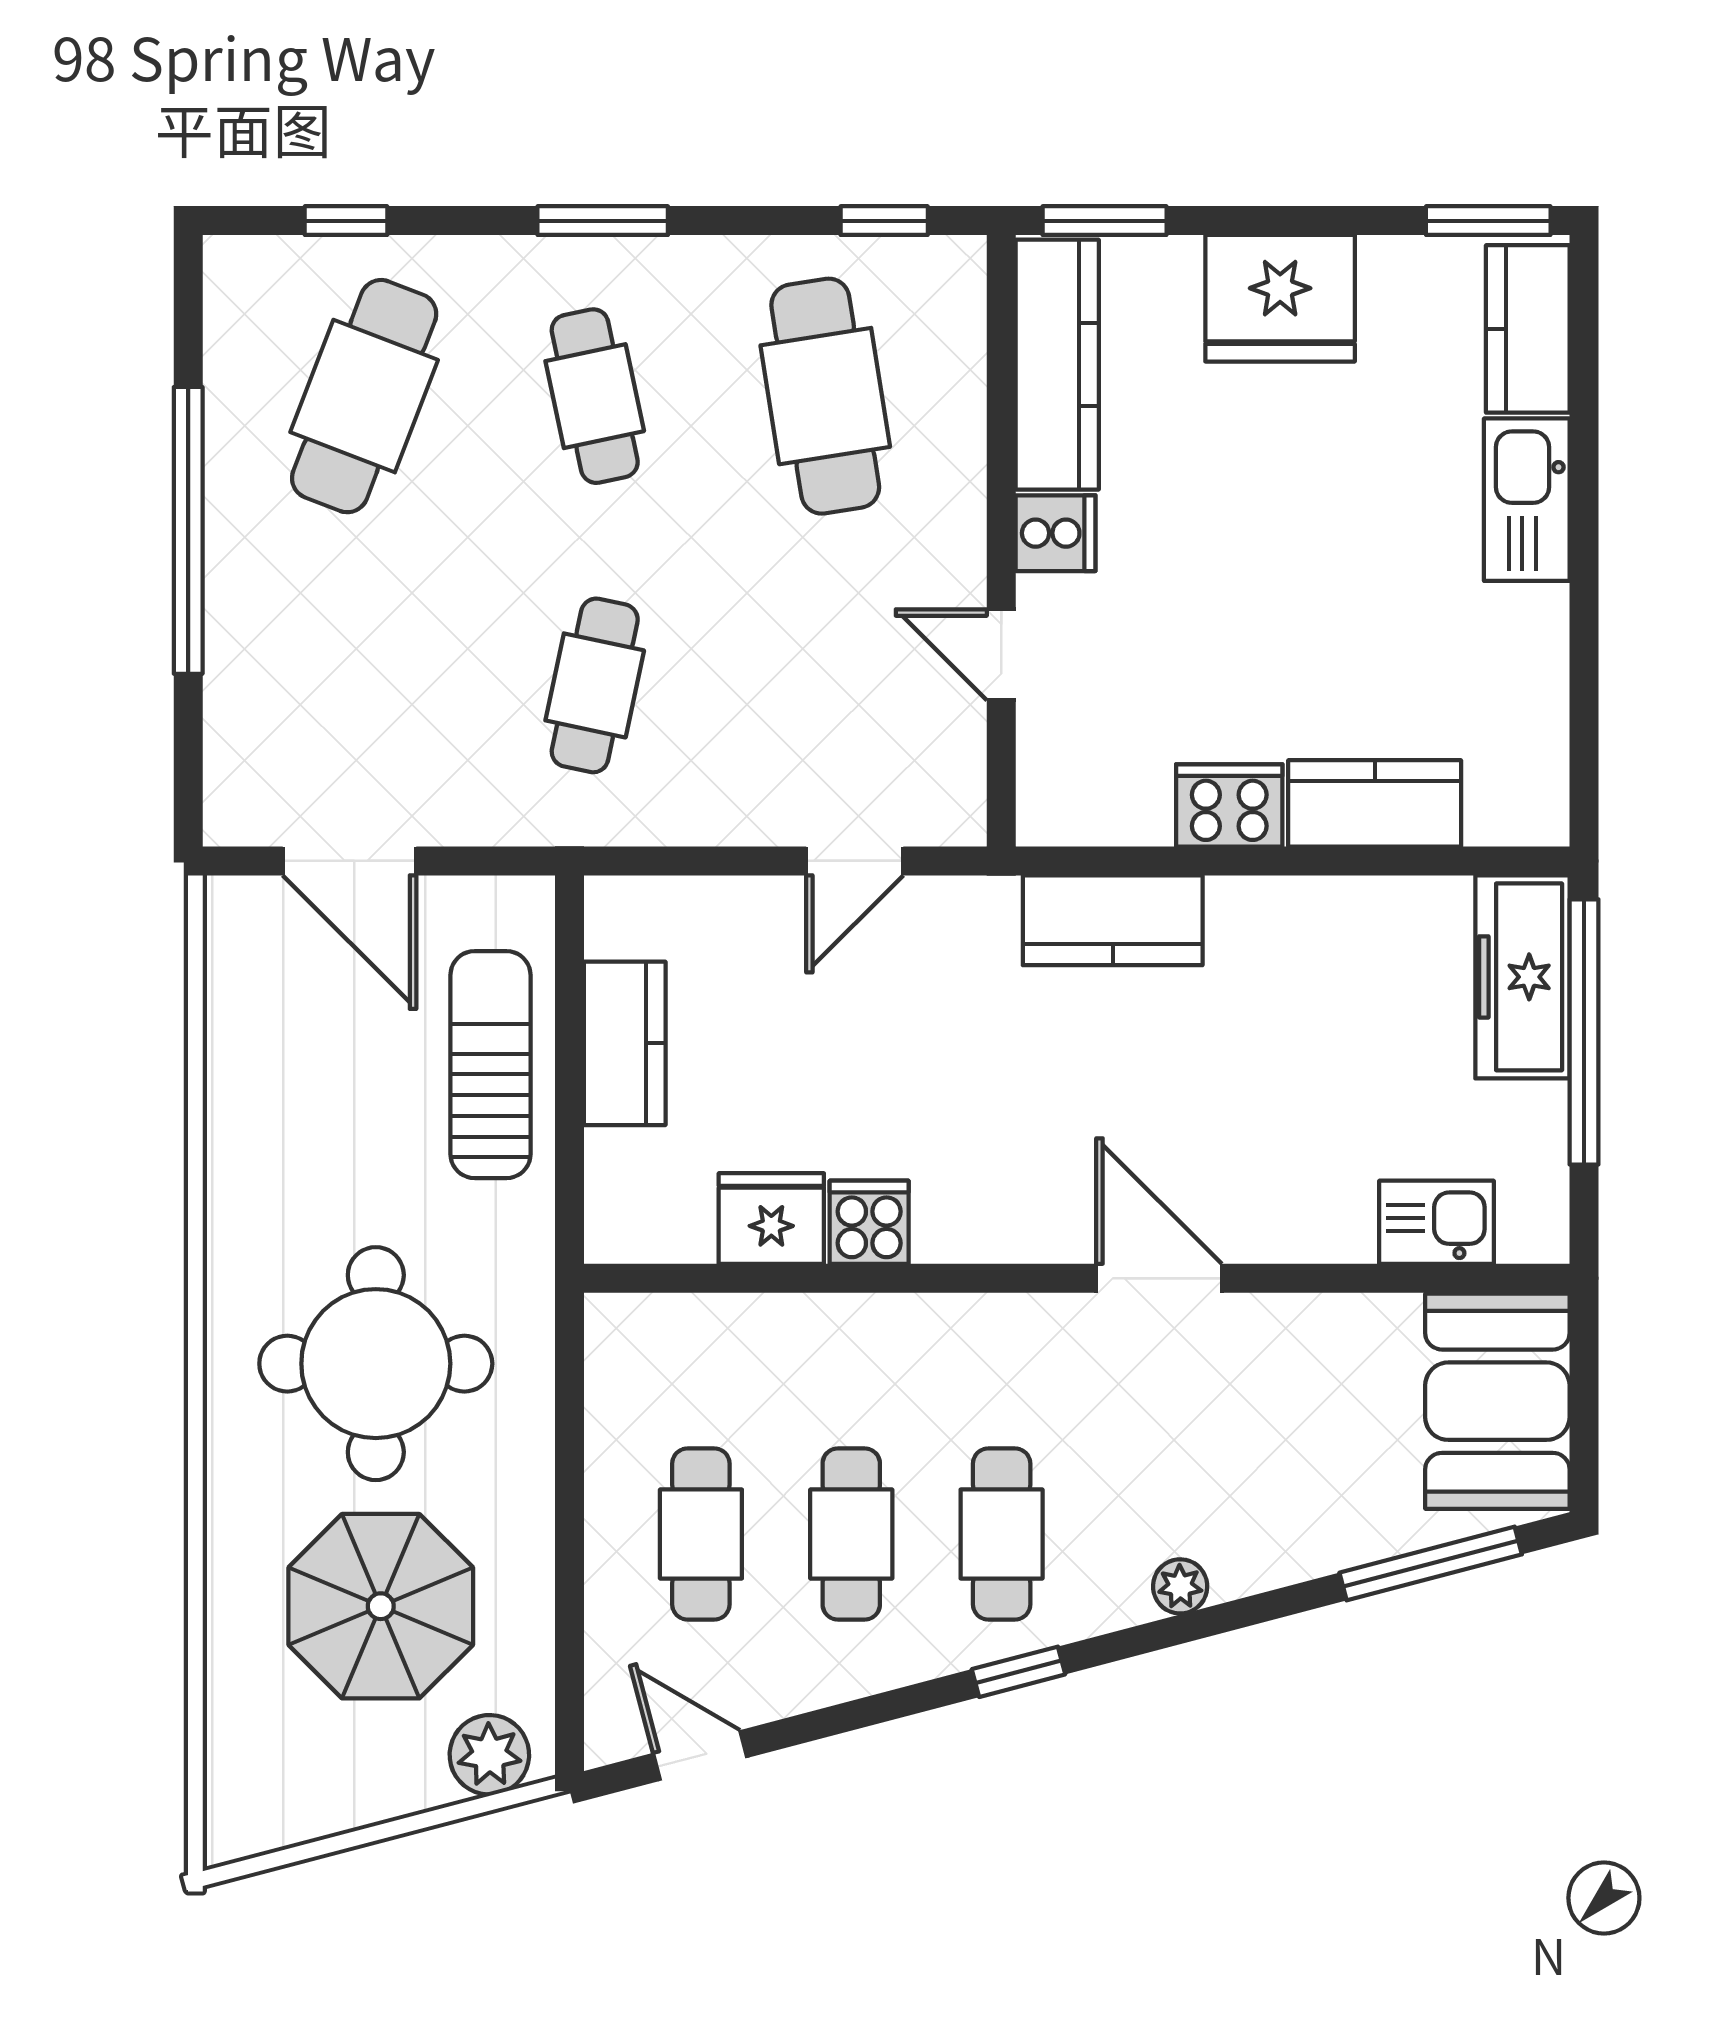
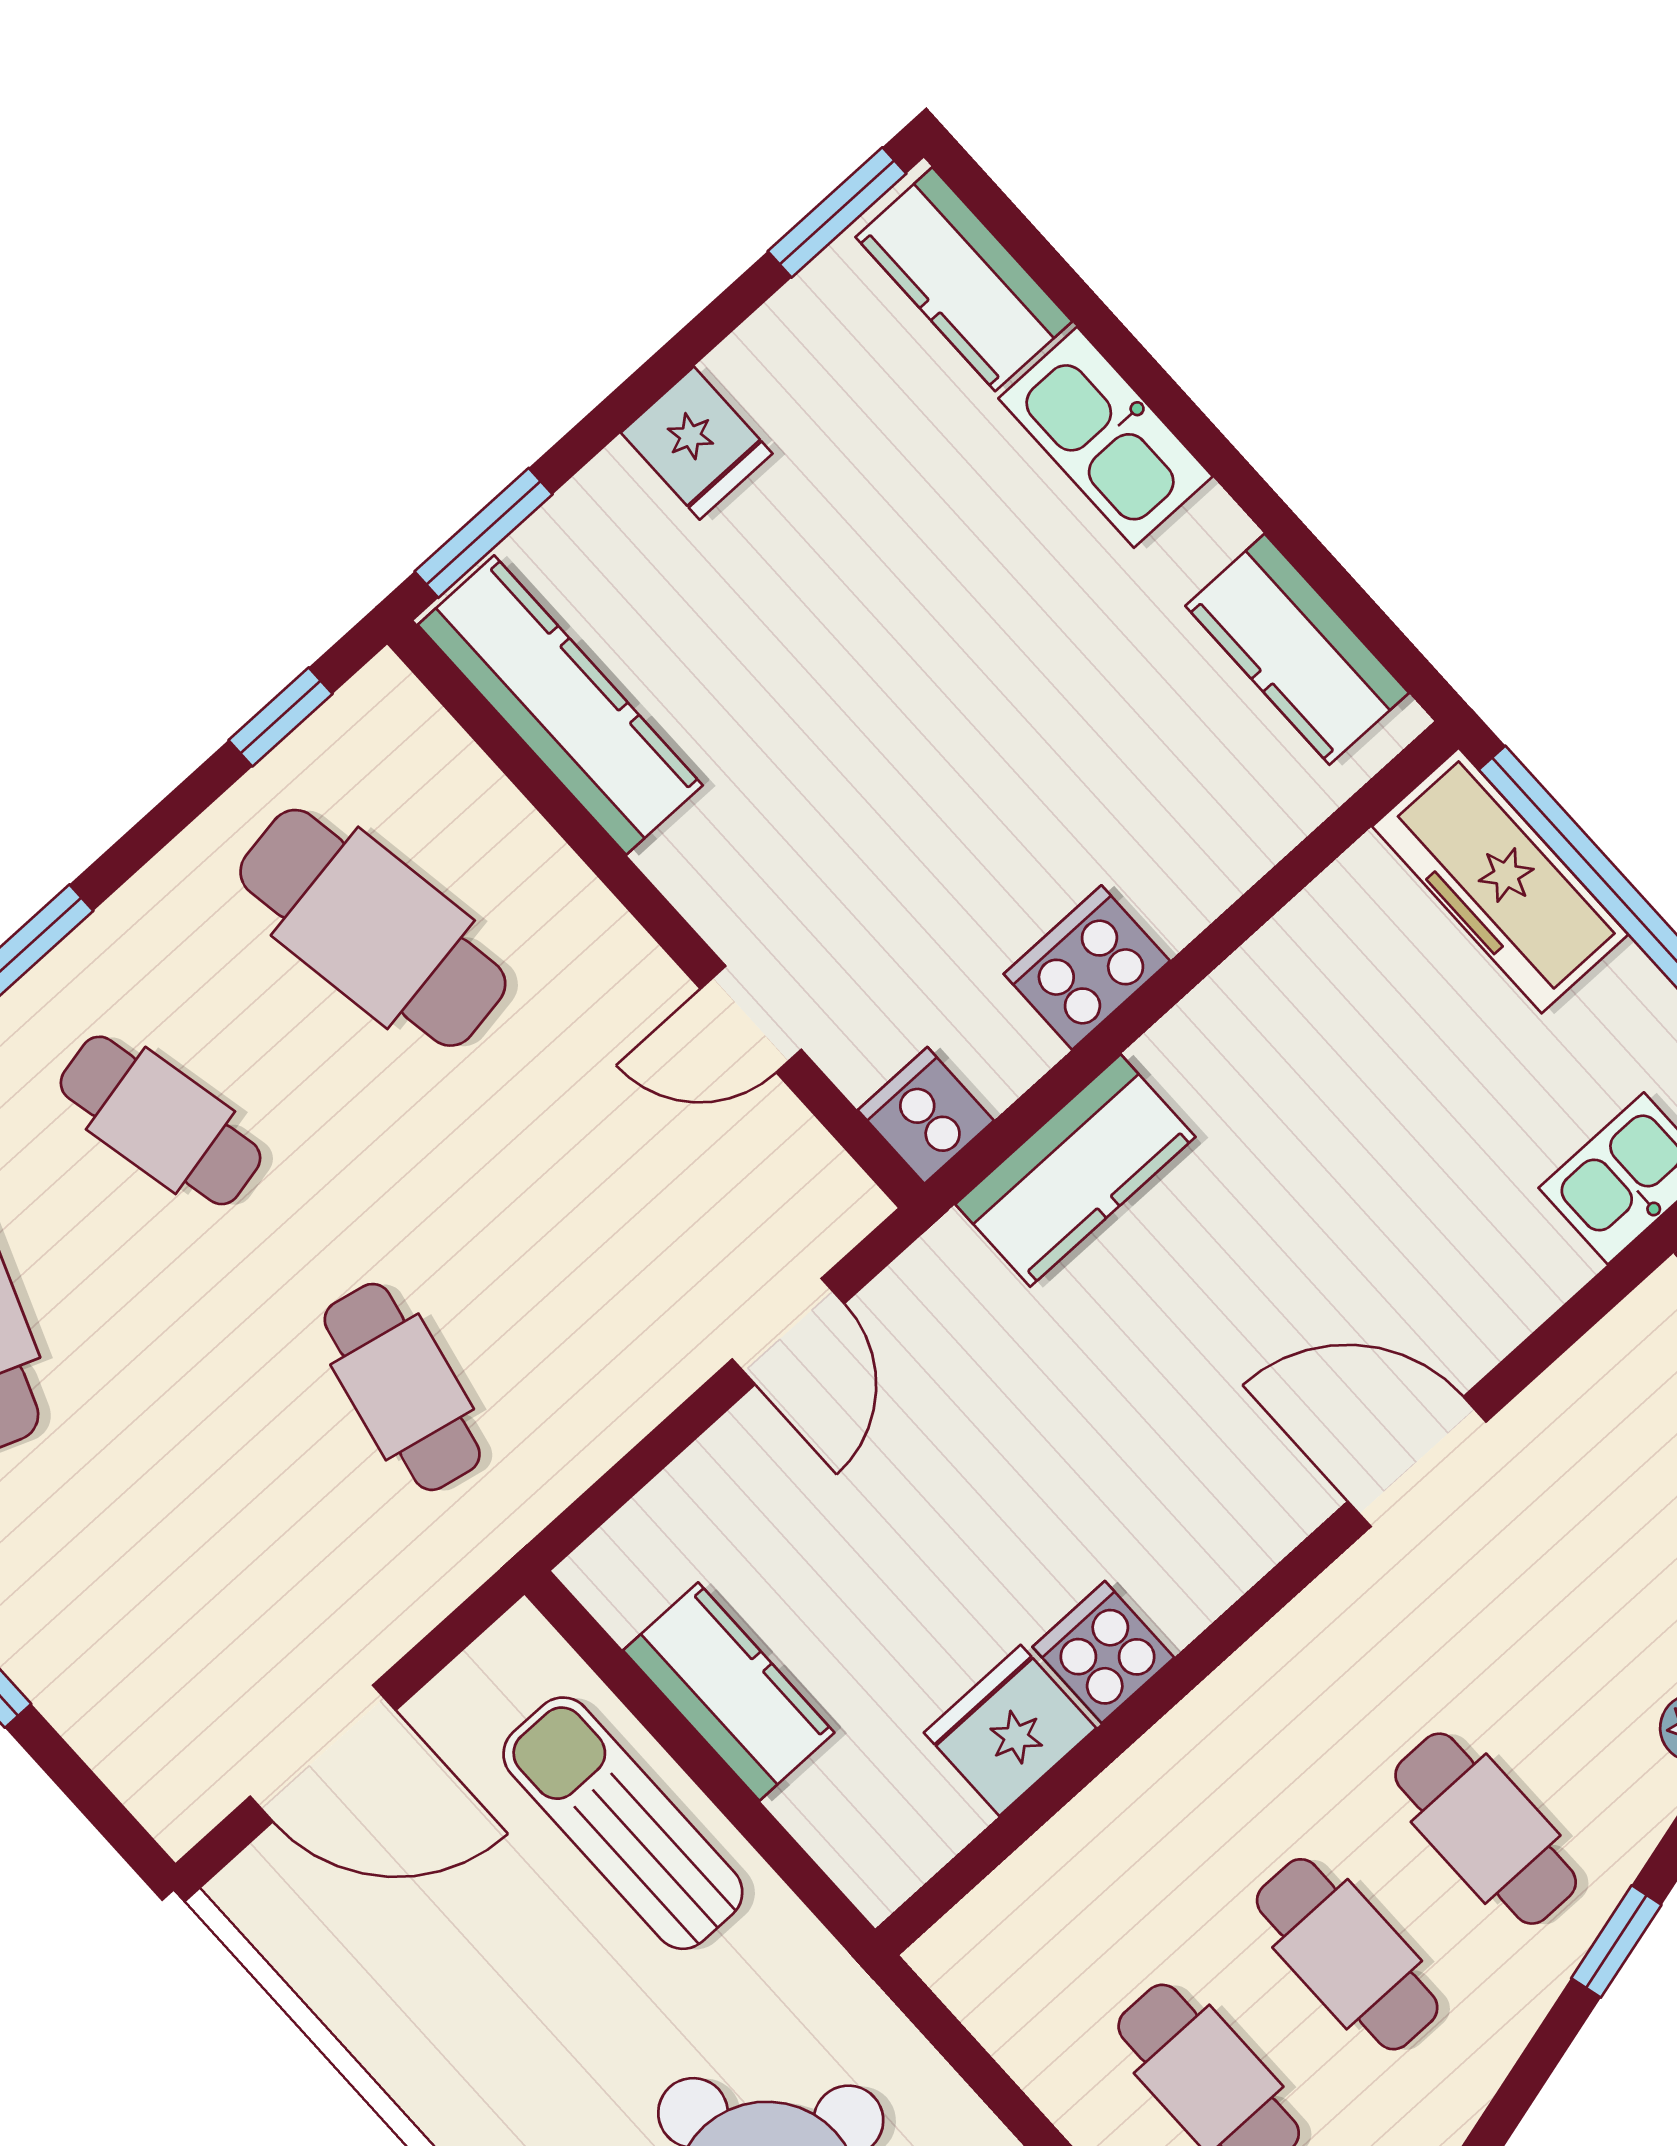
fridge: (1280, 298) -> (697, 443), width x0.53, depth x0.75
cooker: (1056, 533) -> (926, 1115), moved, turned -90
kitchen counter: (1375, 803) -> (1297, 649), moved, turned -90

